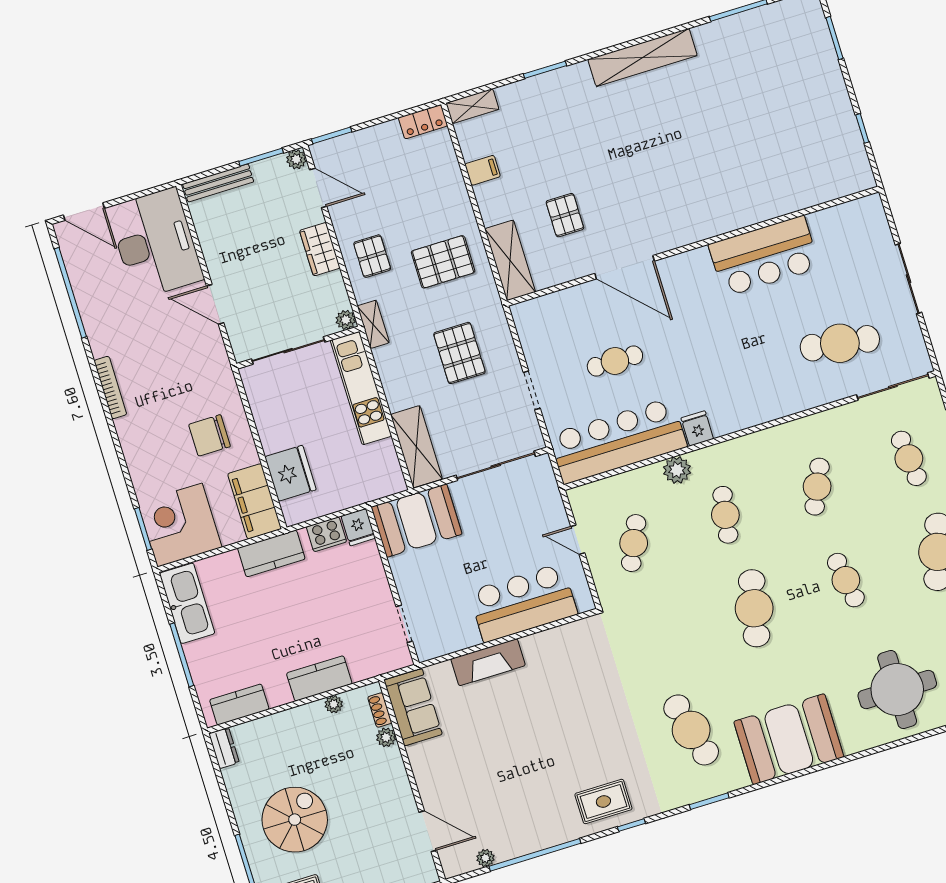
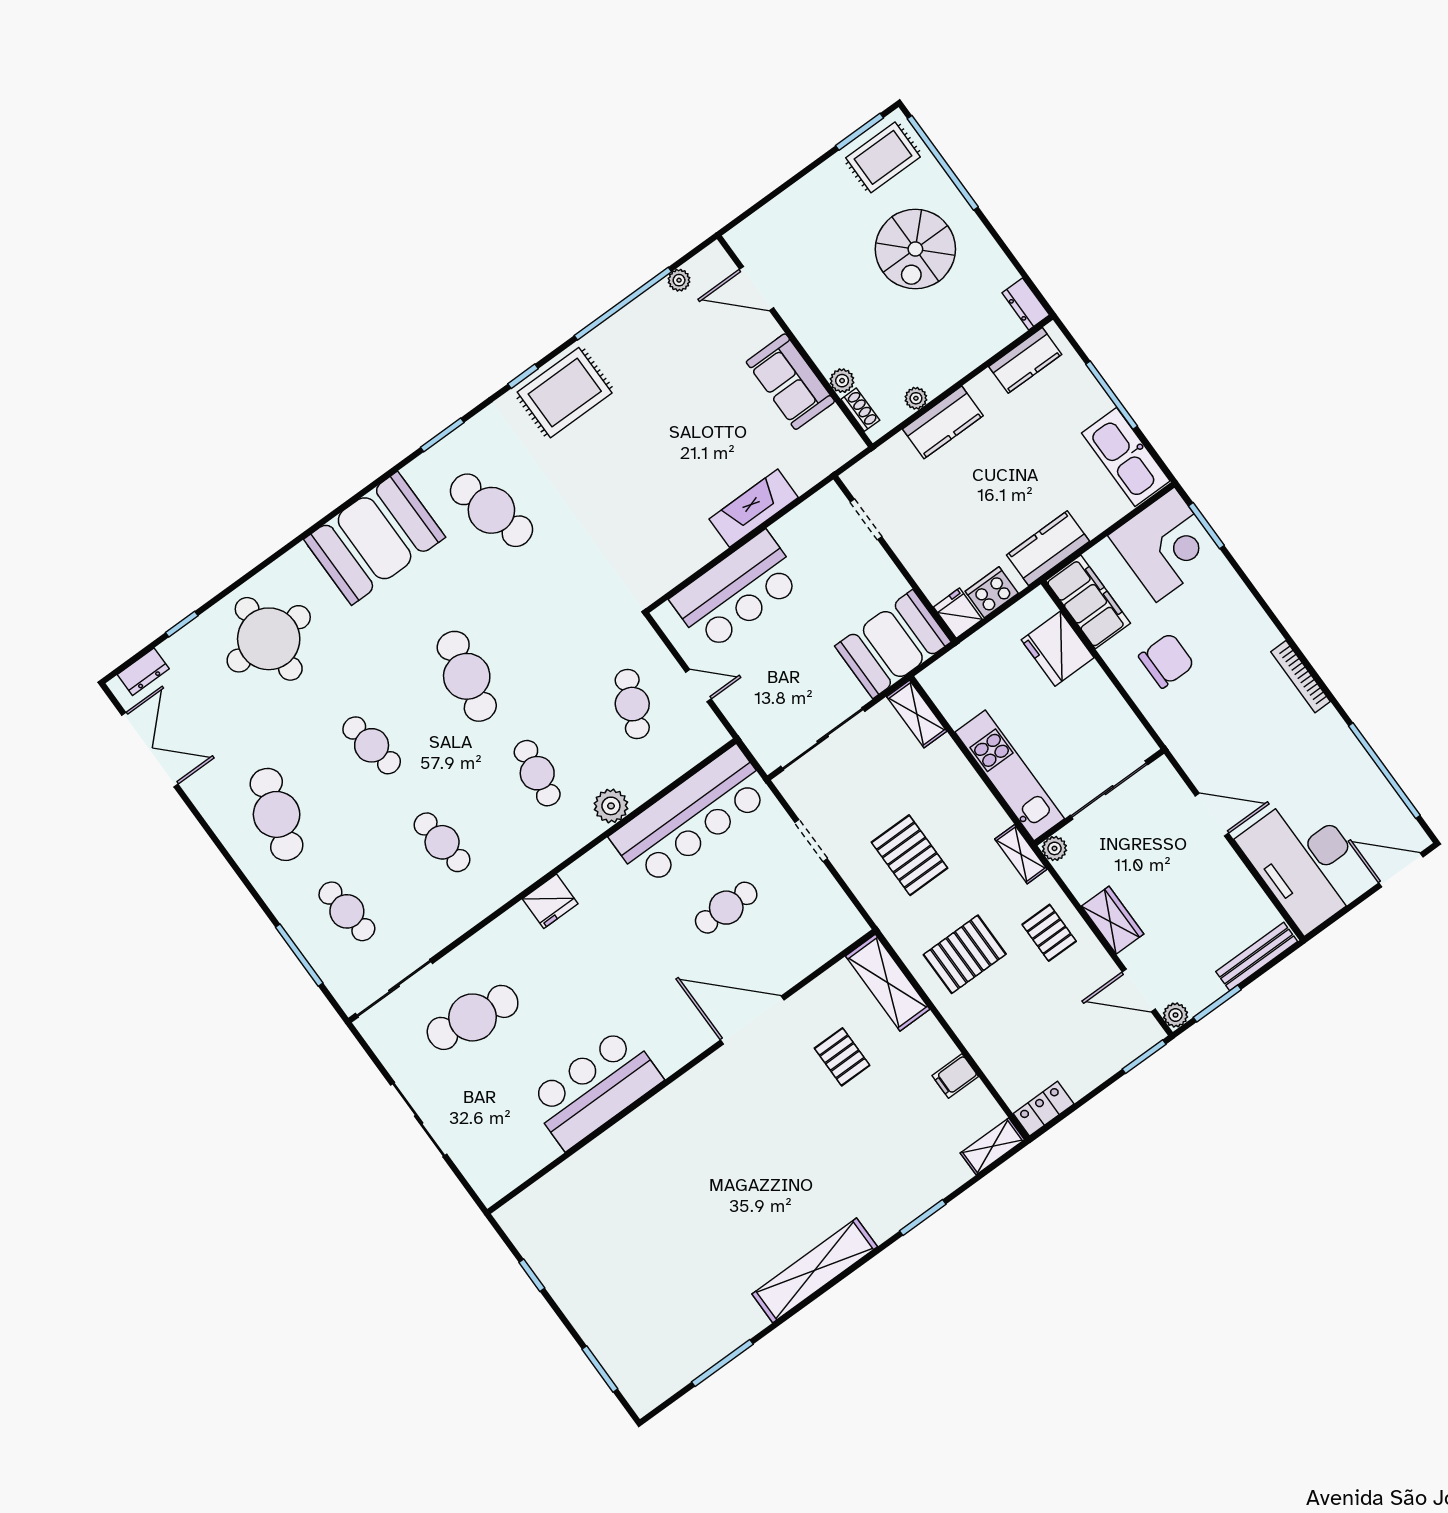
fridge: (697, 428) -> (550, 901), moved, width x1.38
shelving: (416, 447) -> (917, 714), width x0.67, depth x0.75
cafe table: (817, 487) -> (442, 842), turned -30
sofa: (413, 707) -> (790, 382), moved
rug: (603, 801) -> (565, 393), width x1.36, depth x1.43

